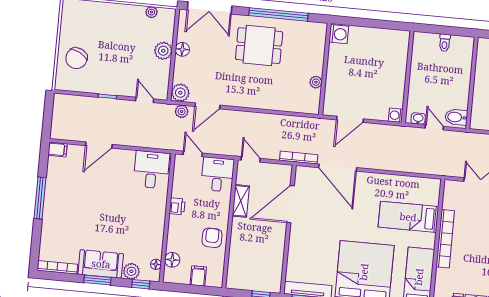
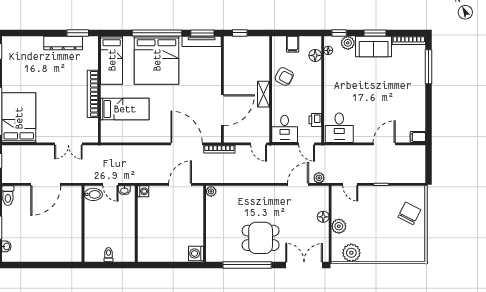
plant: (151, 12) -> (351, 253), width x1.87, depth x1.87
floor lamp: (182, 49) -> (323, 217), moved
plant: (316, 82) -> (211, 191), moved
plant: (180, 93) -> (322, 193), removed
window: (40, 198) -> (428, 67), moved
shelving: (241, 201) -> (263, 94), moved
printer: (177, 206) -> (315, 120), moved
armchair: (212, 238) -> (284, 77), turned -63

